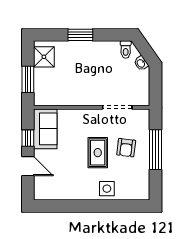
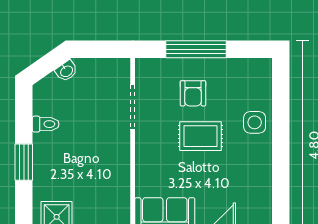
toilet: (126, 50) -> (46, 124), moved
armchair: (126, 148) -> (193, 93), turned 83

